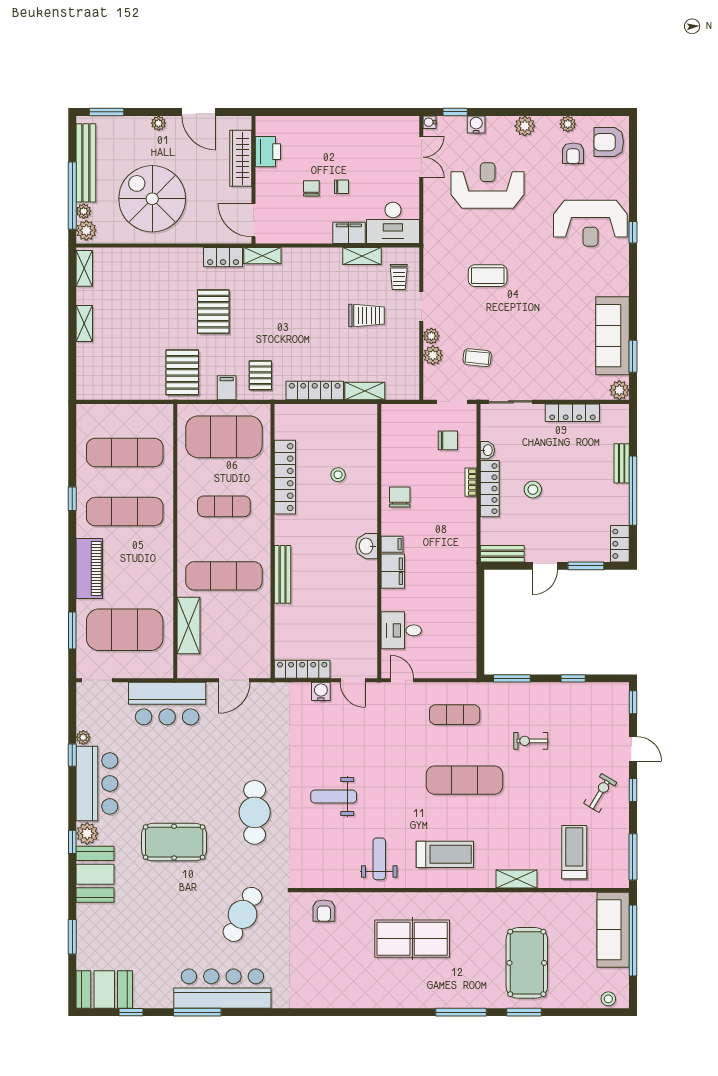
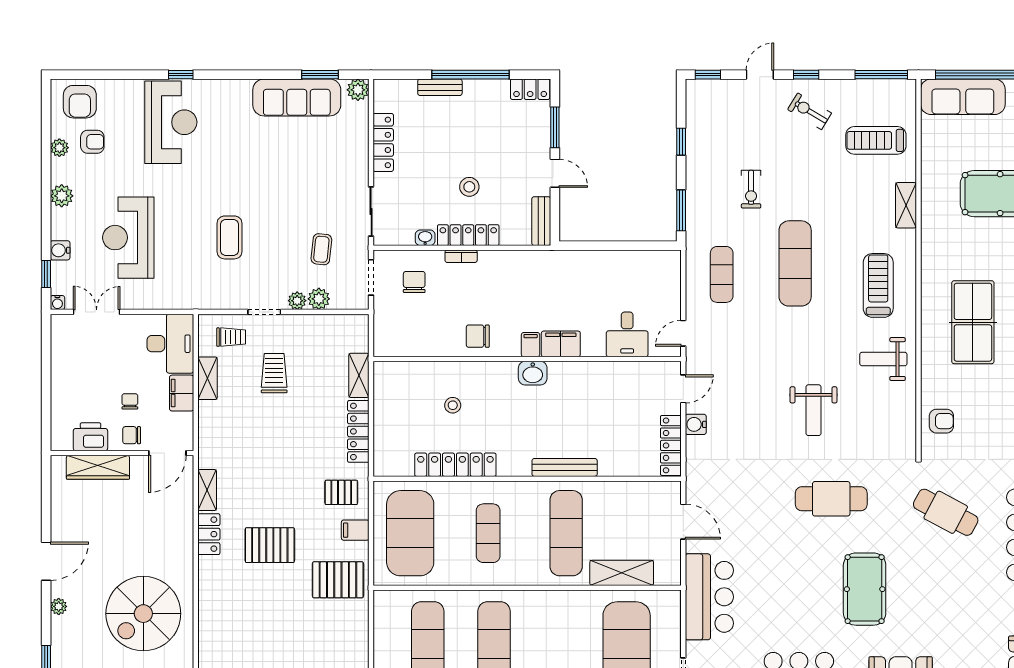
printer: (268, 152) -> (90, 437), moved
wardrobe: (241, 158) -> (98, 467), moved
wall: (253, 180) -> (122, 453), moved
door: (253, 220) -> (167, 453), moved

